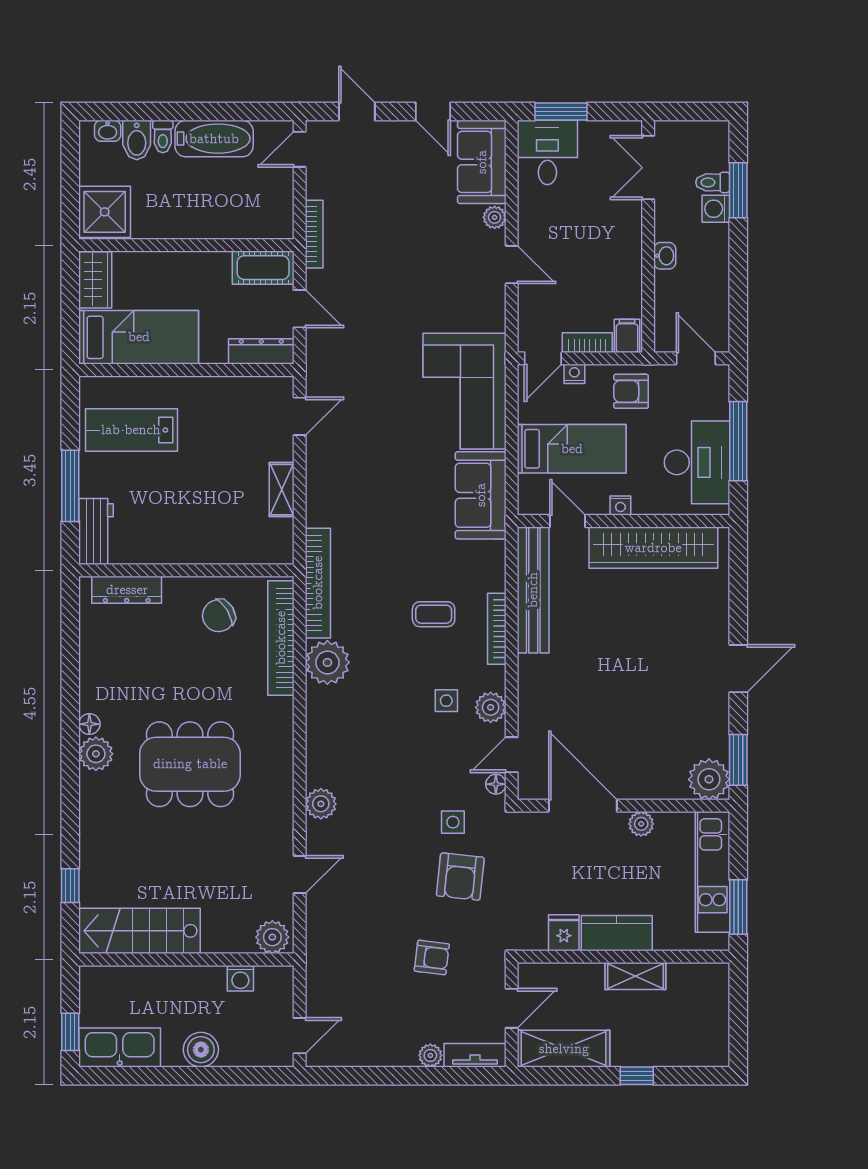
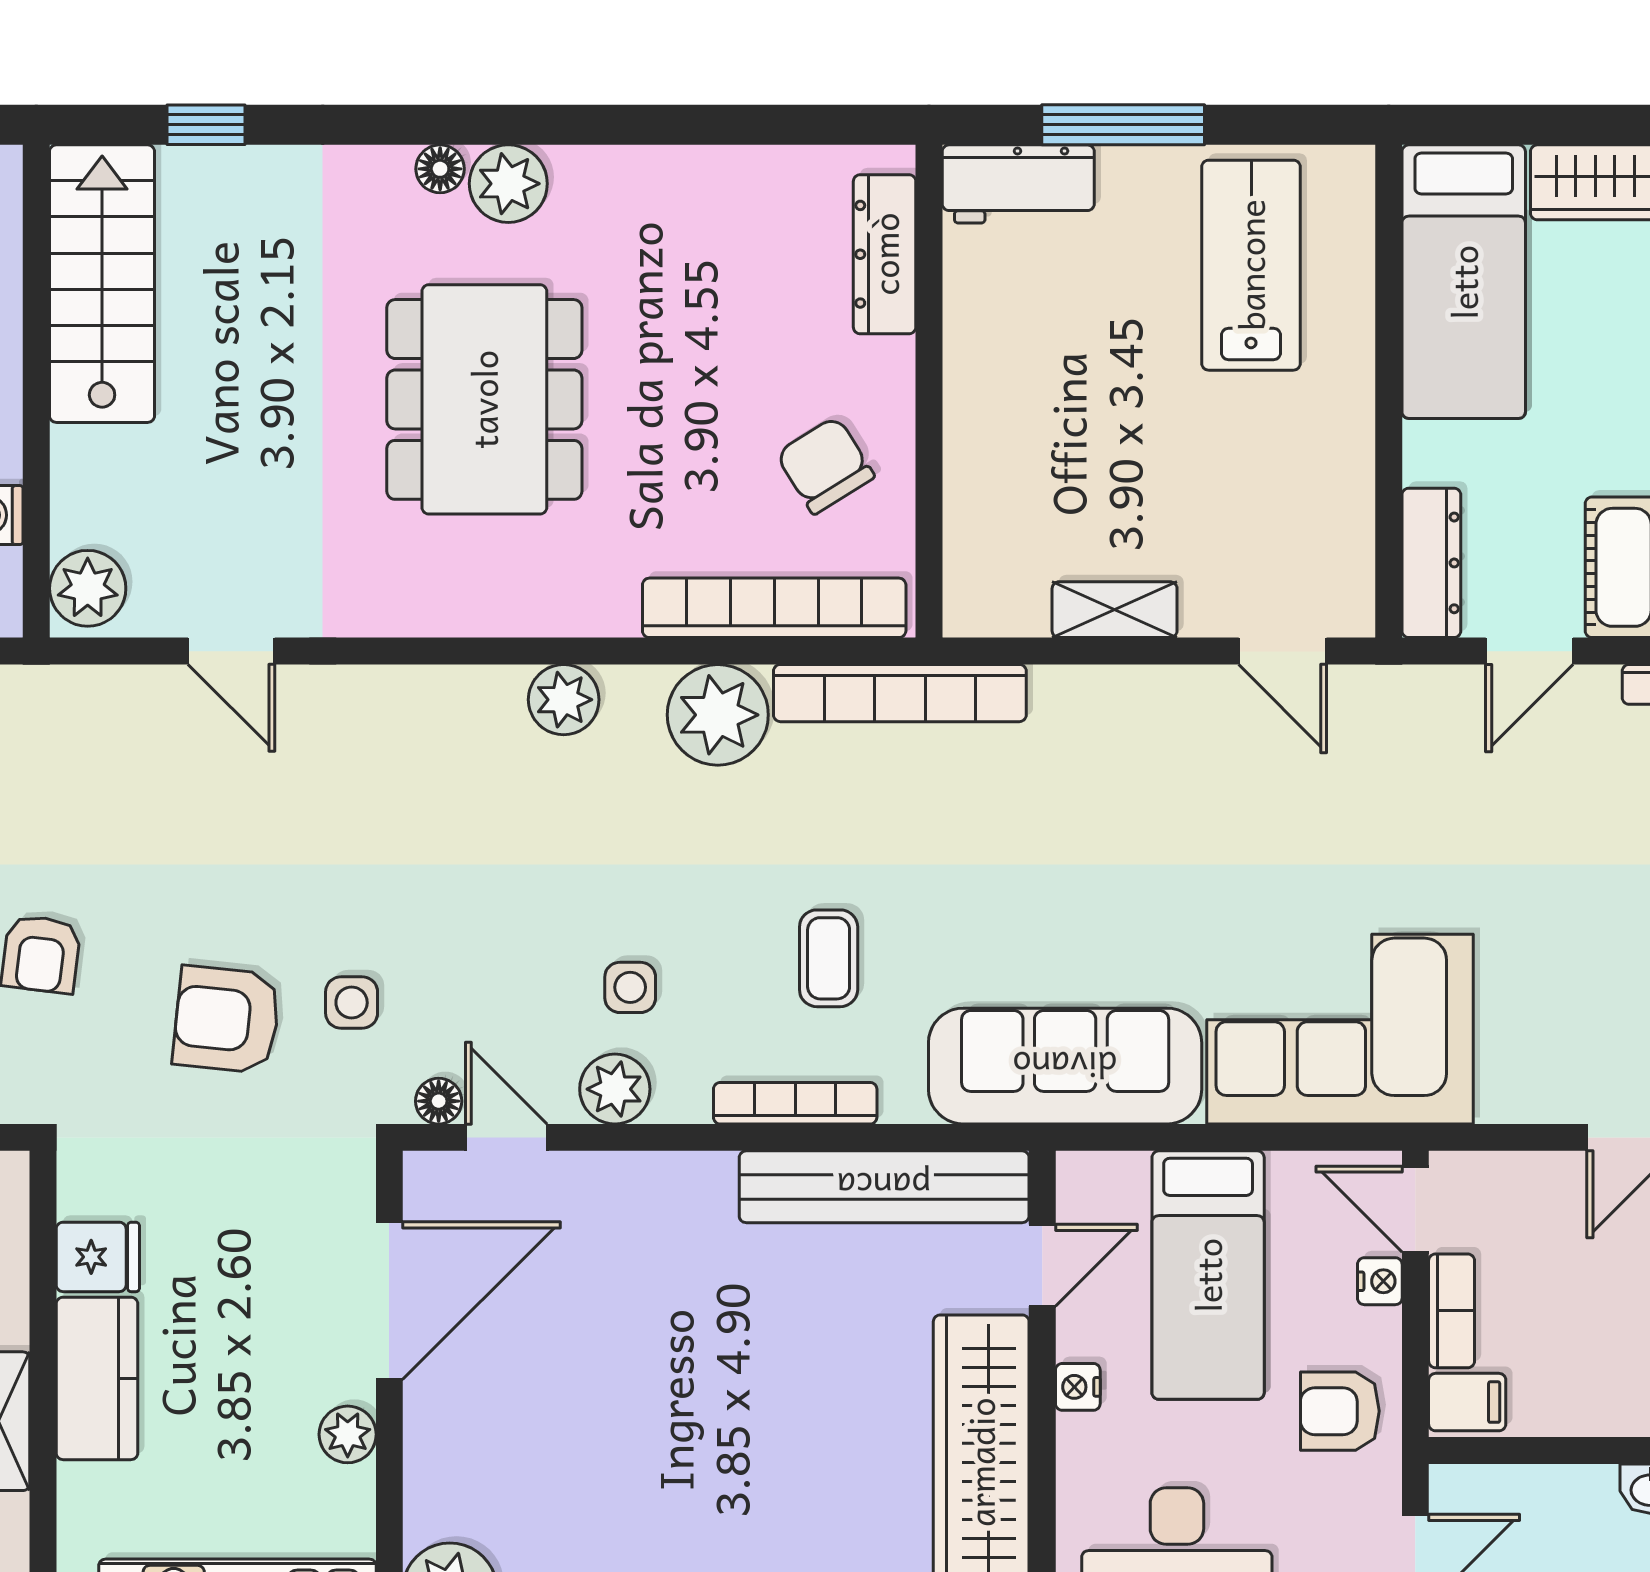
armchair: (631, 391) -> (1340, 1411), turned -90
sofa: (481, 495) -> (1065, 1066), width x1.36
floor lamp: (89, 724) -> (440, 169), moved
plant: (321, 804) -> (564, 700), moved

